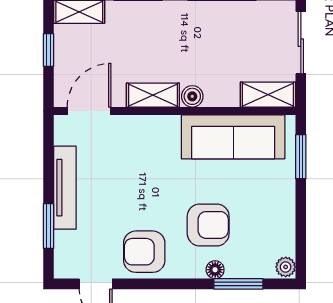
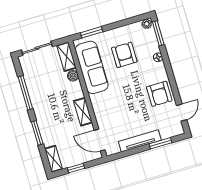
boiler: (192, 96) -> (73, 76), moved
armchair: (208, 225) -> (124, 55), moved
window: (238, 284) -> (158, 33), moved

